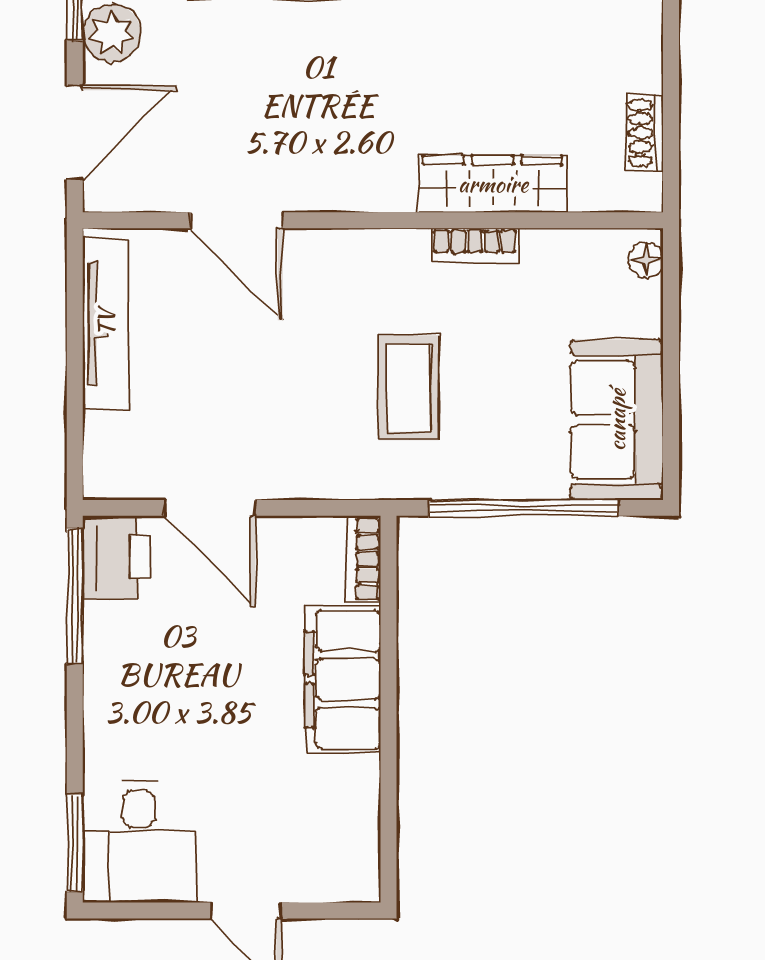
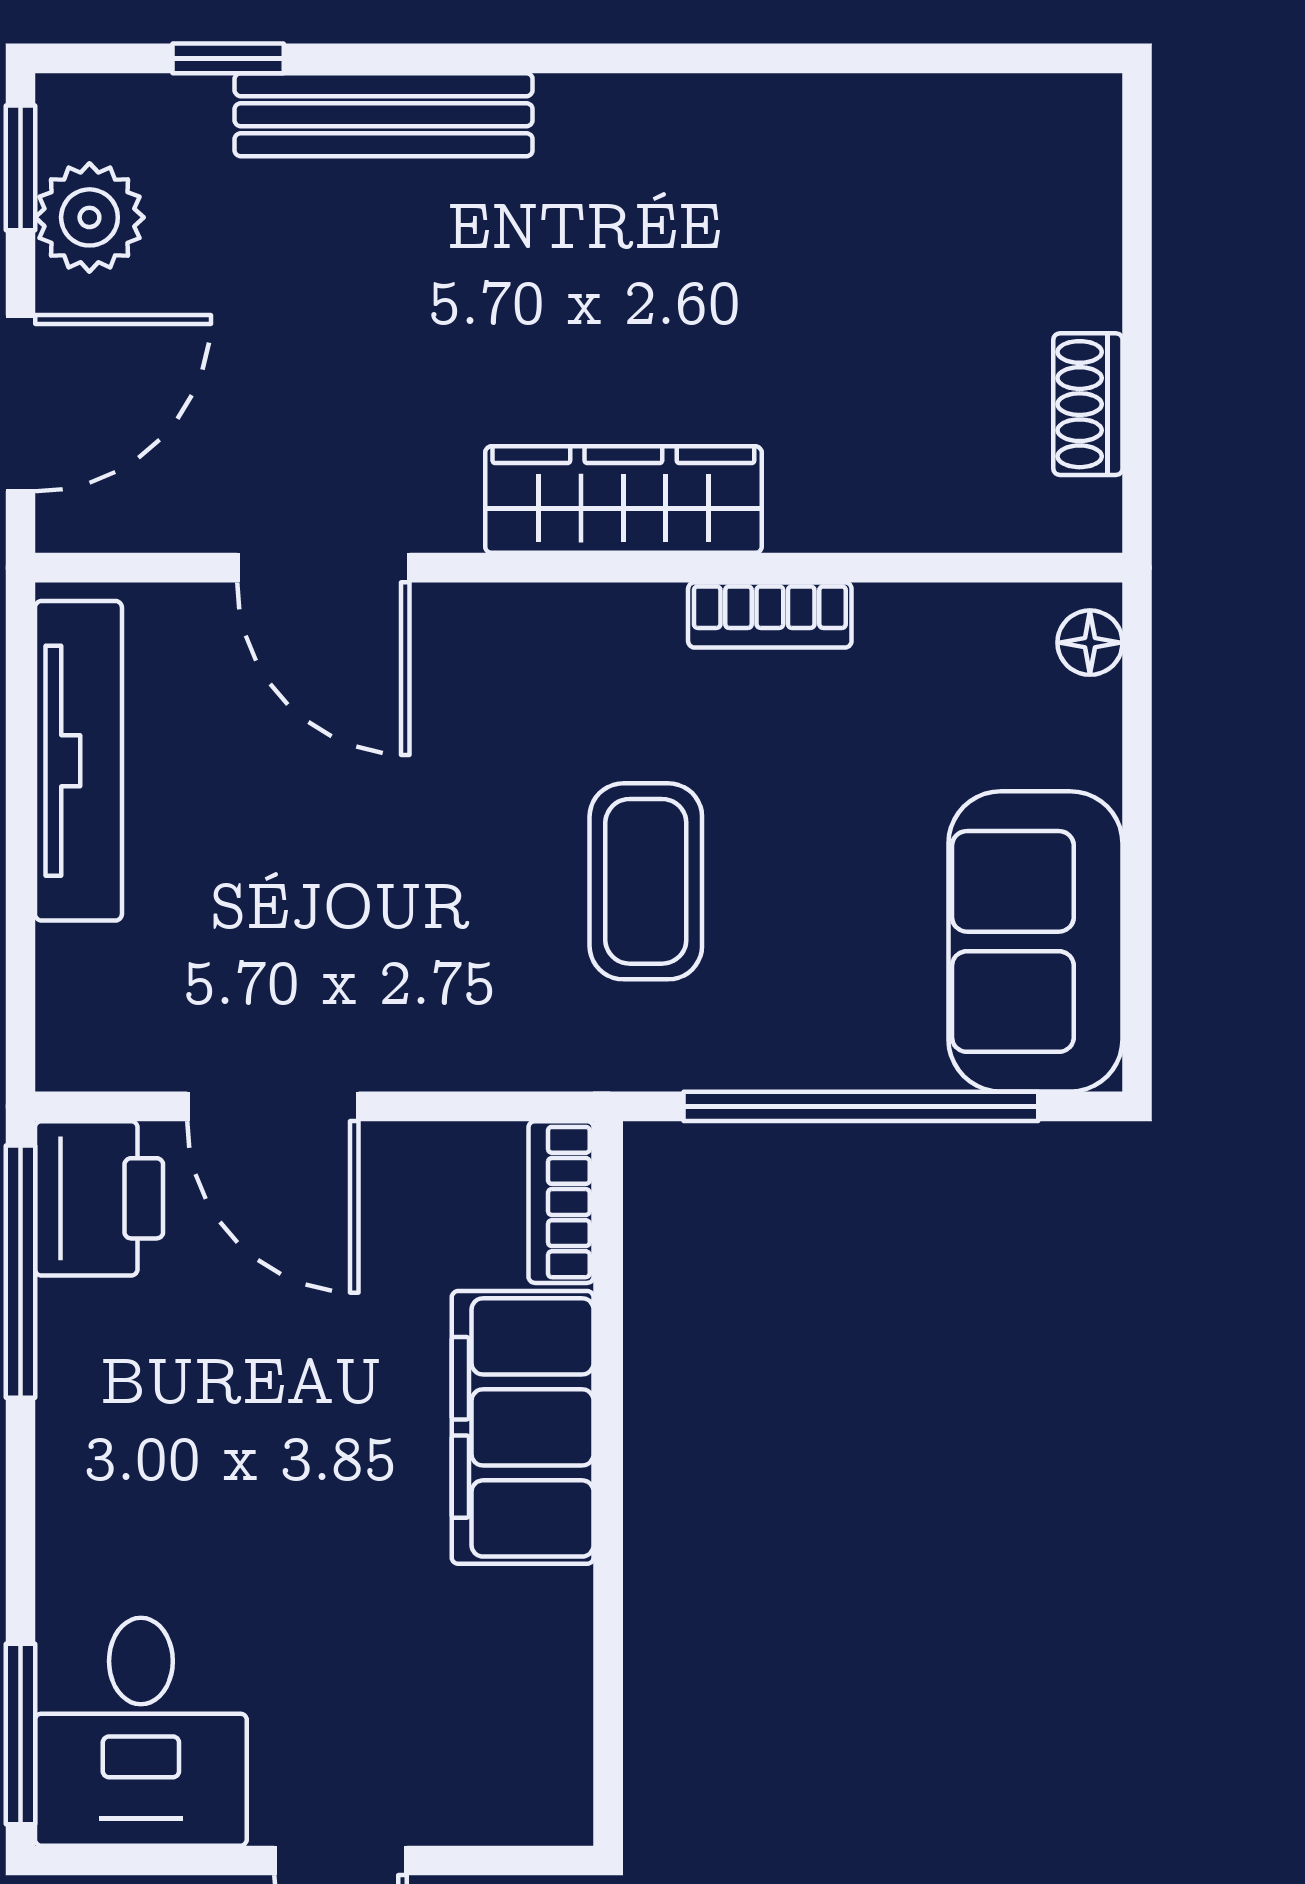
wardrobe: (493, 184) -> (623, 500), moved

